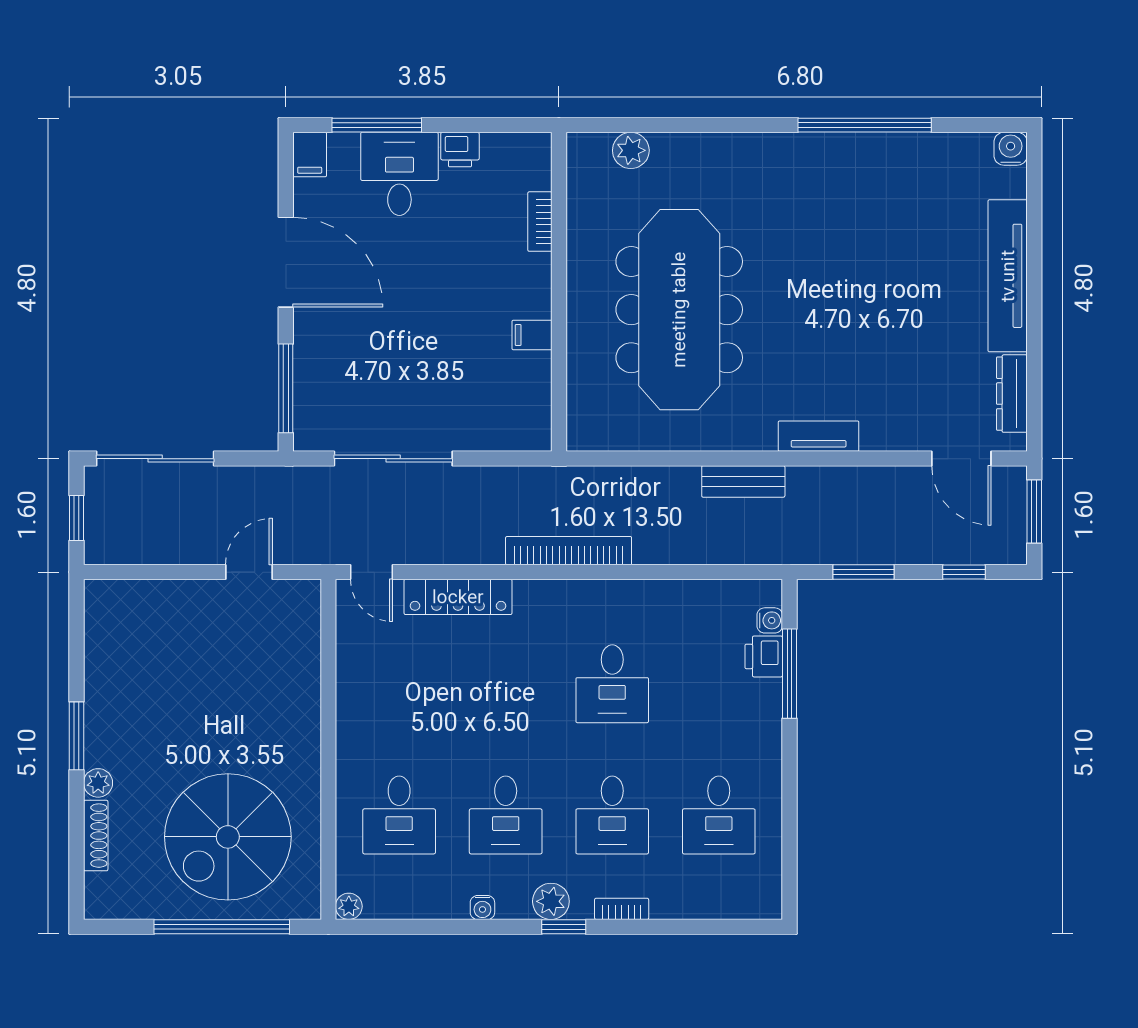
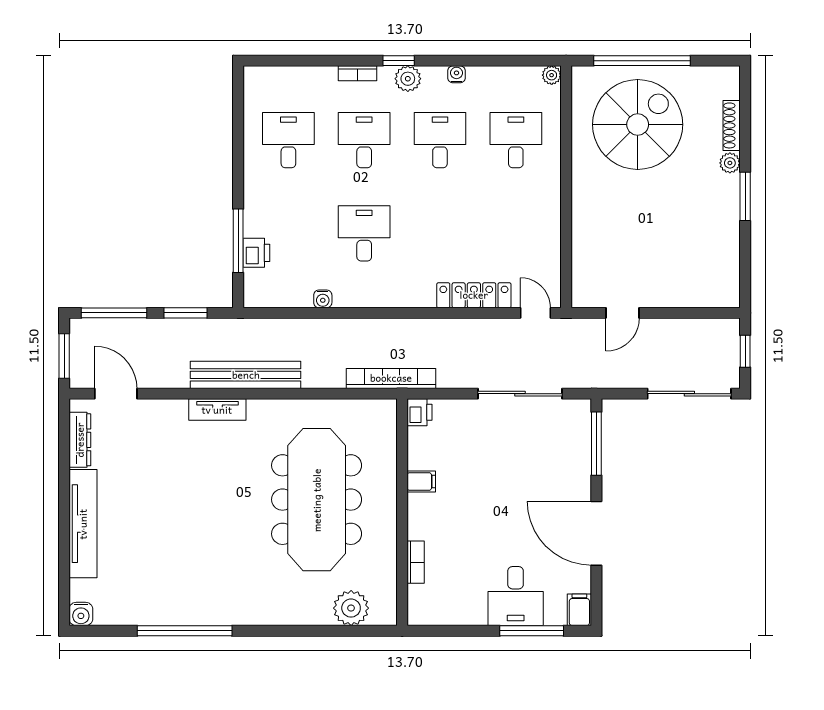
printer: (460, 150) -> (419, 412), moved, turned 90
plant: (631, 150) -> (351, 608), width x1.36, depth x1.36
bench: (743, 481) -> (246, 375), width x1.86, depth x1.21
bookcase: (569, 551) -> (391, 378), moved, turned 180
window: (964, 572) -> (114, 313), width x2.17
water cooler: (770, 620) -> (323, 299), moved, turned -90

